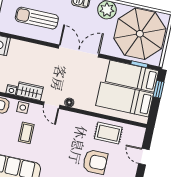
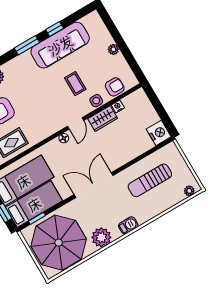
sun lounger: (37, 18) -> (150, 180), turned 180
double door: (79, 51) -> (94, 185), swing flipped
door: (52, 105) -> (76, 123), swing flipped

